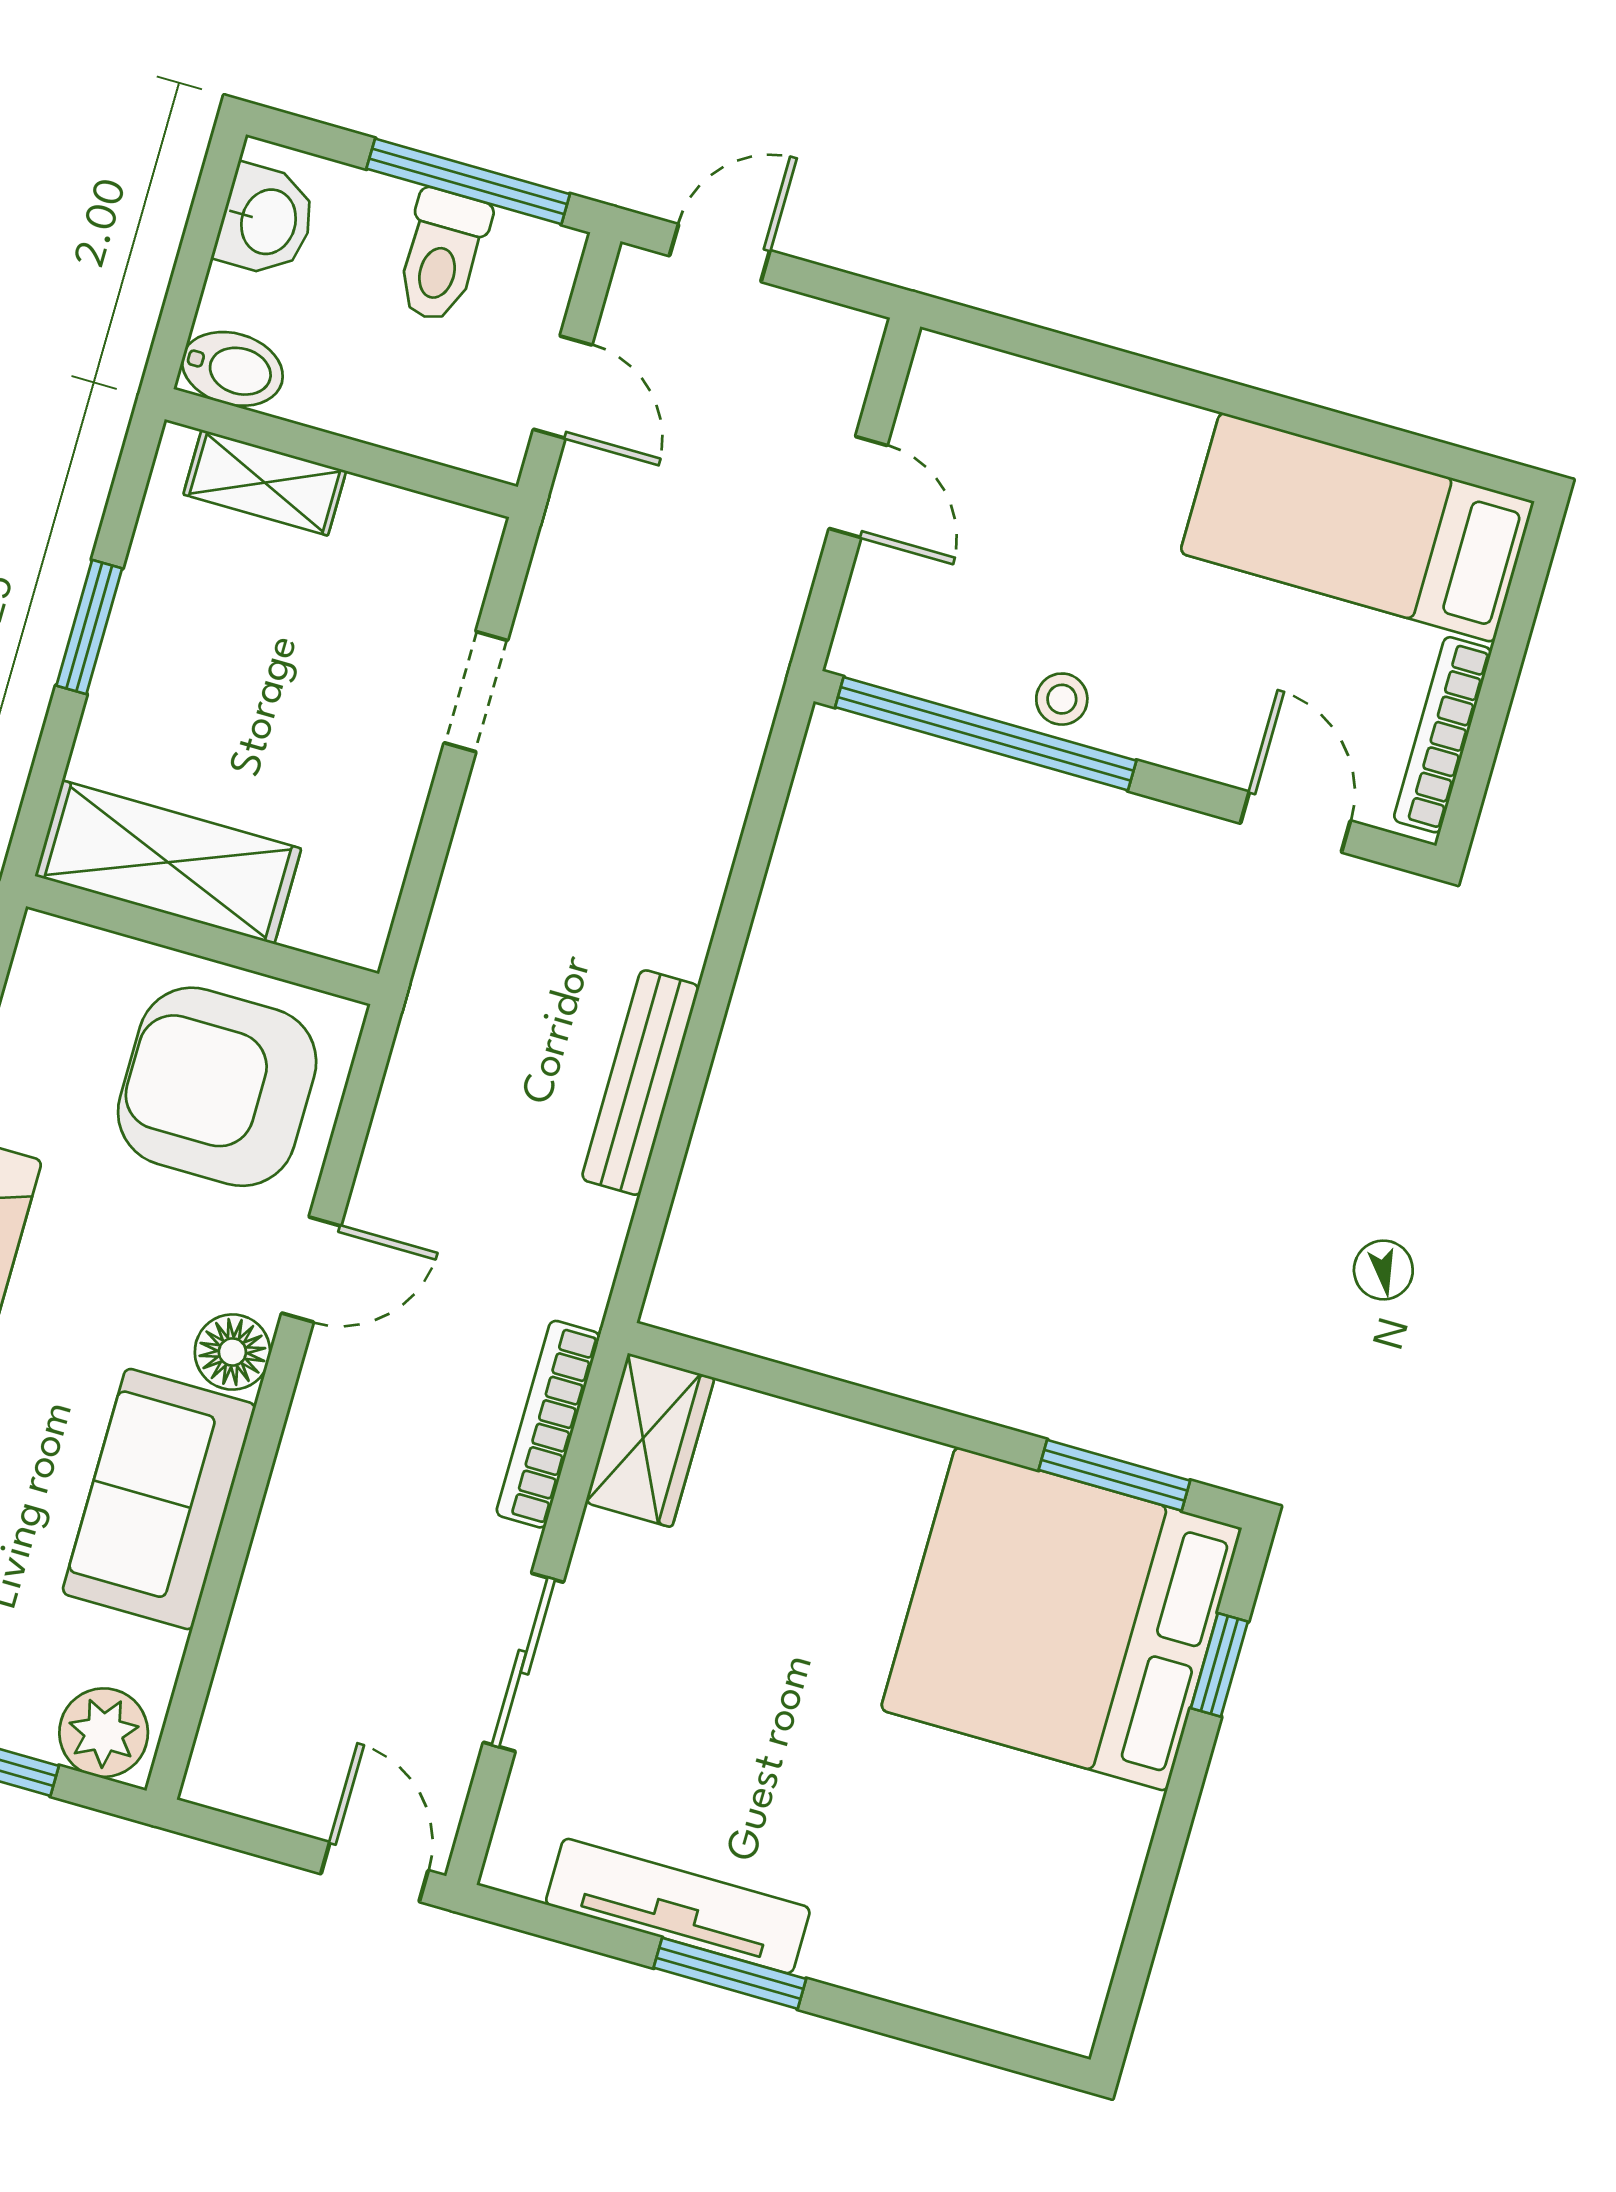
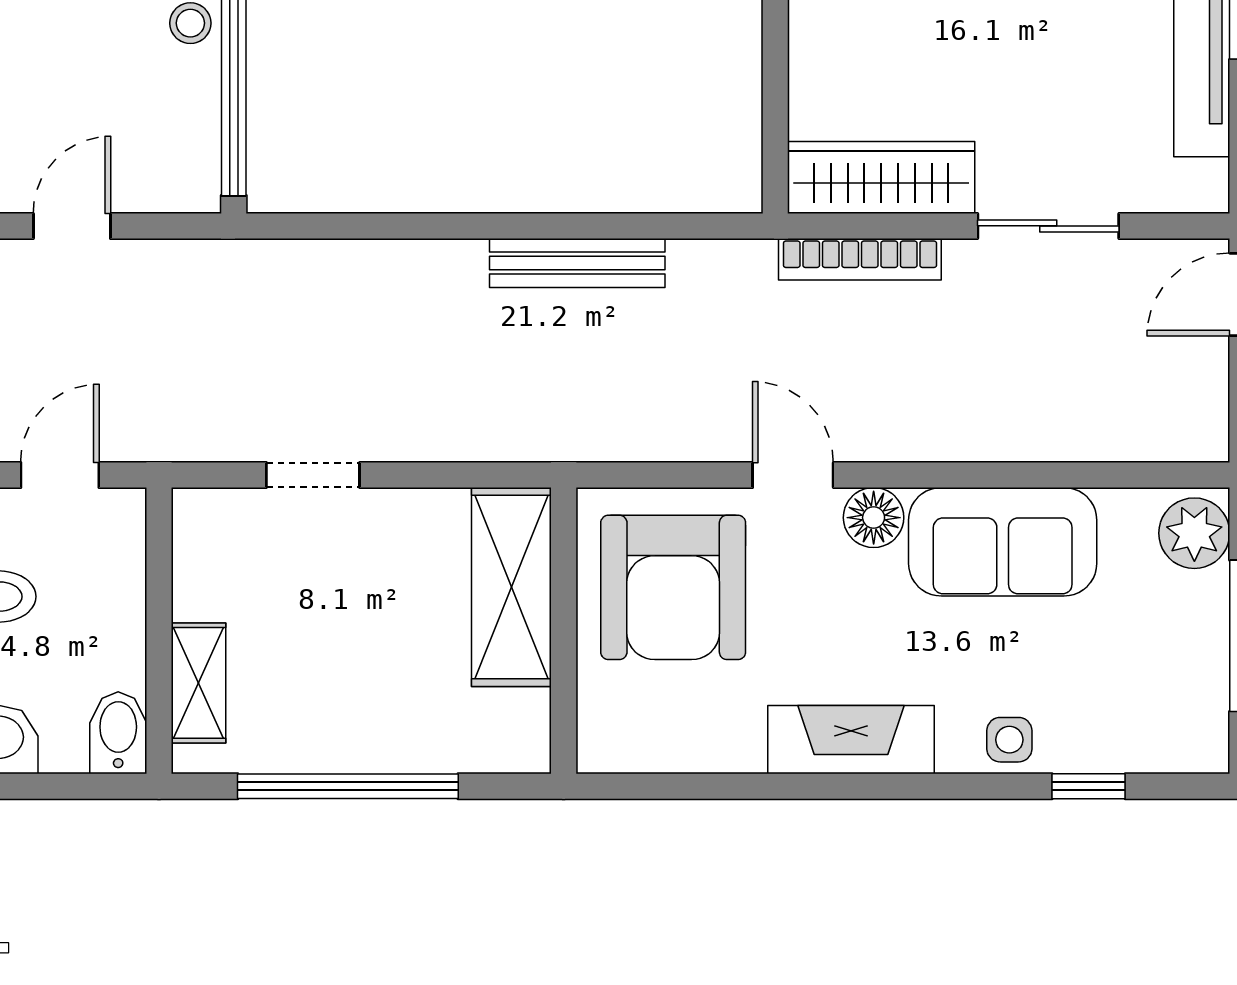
window: (89, 627) -> (348, 786), width x2.11
shelving: (168, 862) -> (511, 587), moved
wardrobe: (650, 1440) -> (881, 177), width x1.50

